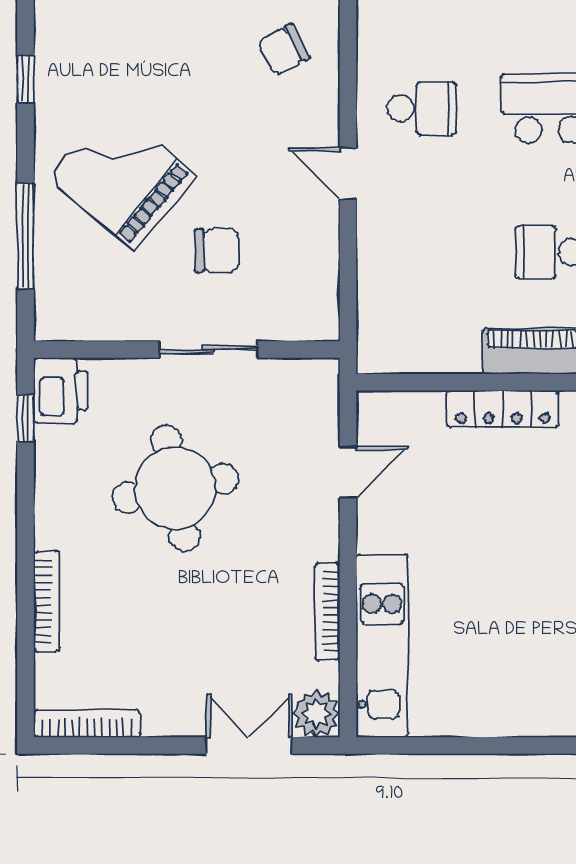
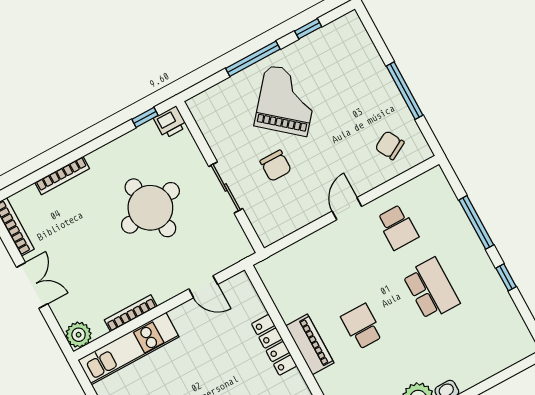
window: (26, 236) -> (253, 59), moved
printer: (61, 390) -> (170, 122), width x0.73, depth x0.81
double door: (249, 745) -> (32, 286), moved

